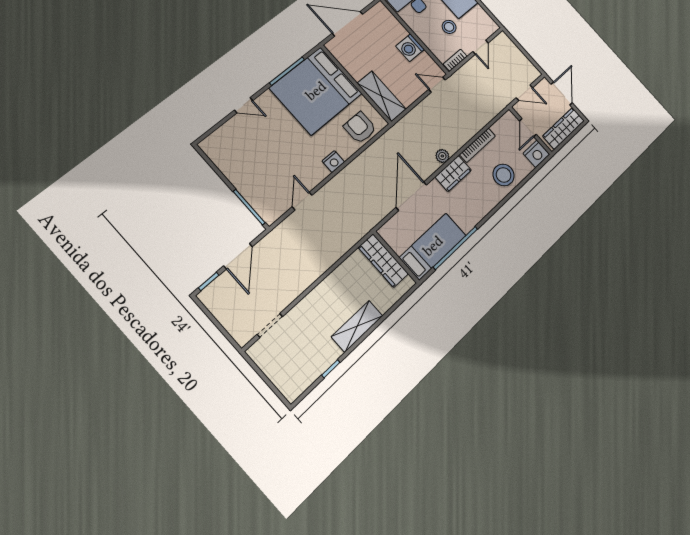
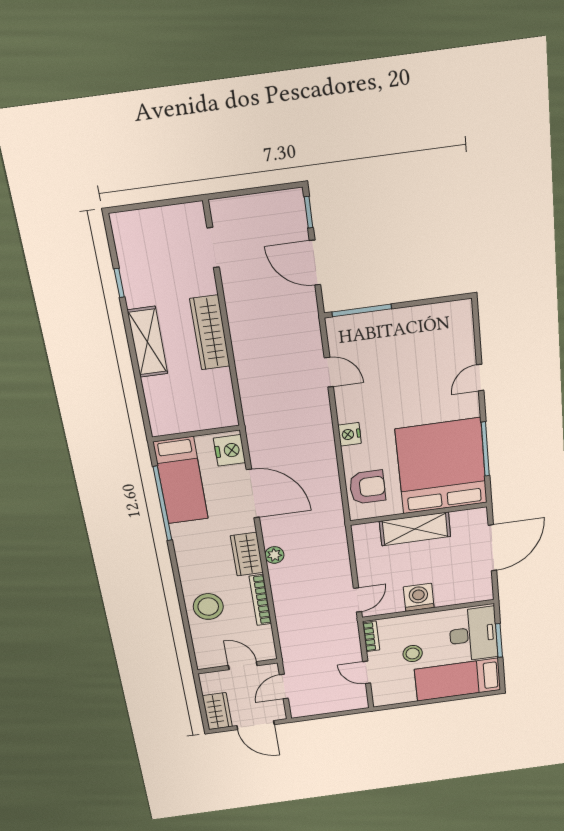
shelving: (382, 96) -> (415, 529), moved
wardrobe: (564, 128) -> (217, 711), width x0.67
nightstand: (536, 154) -> (229, 450), moved, turned 180
wardrobe: (383, 261) -> (210, 333), moved, turned -90

